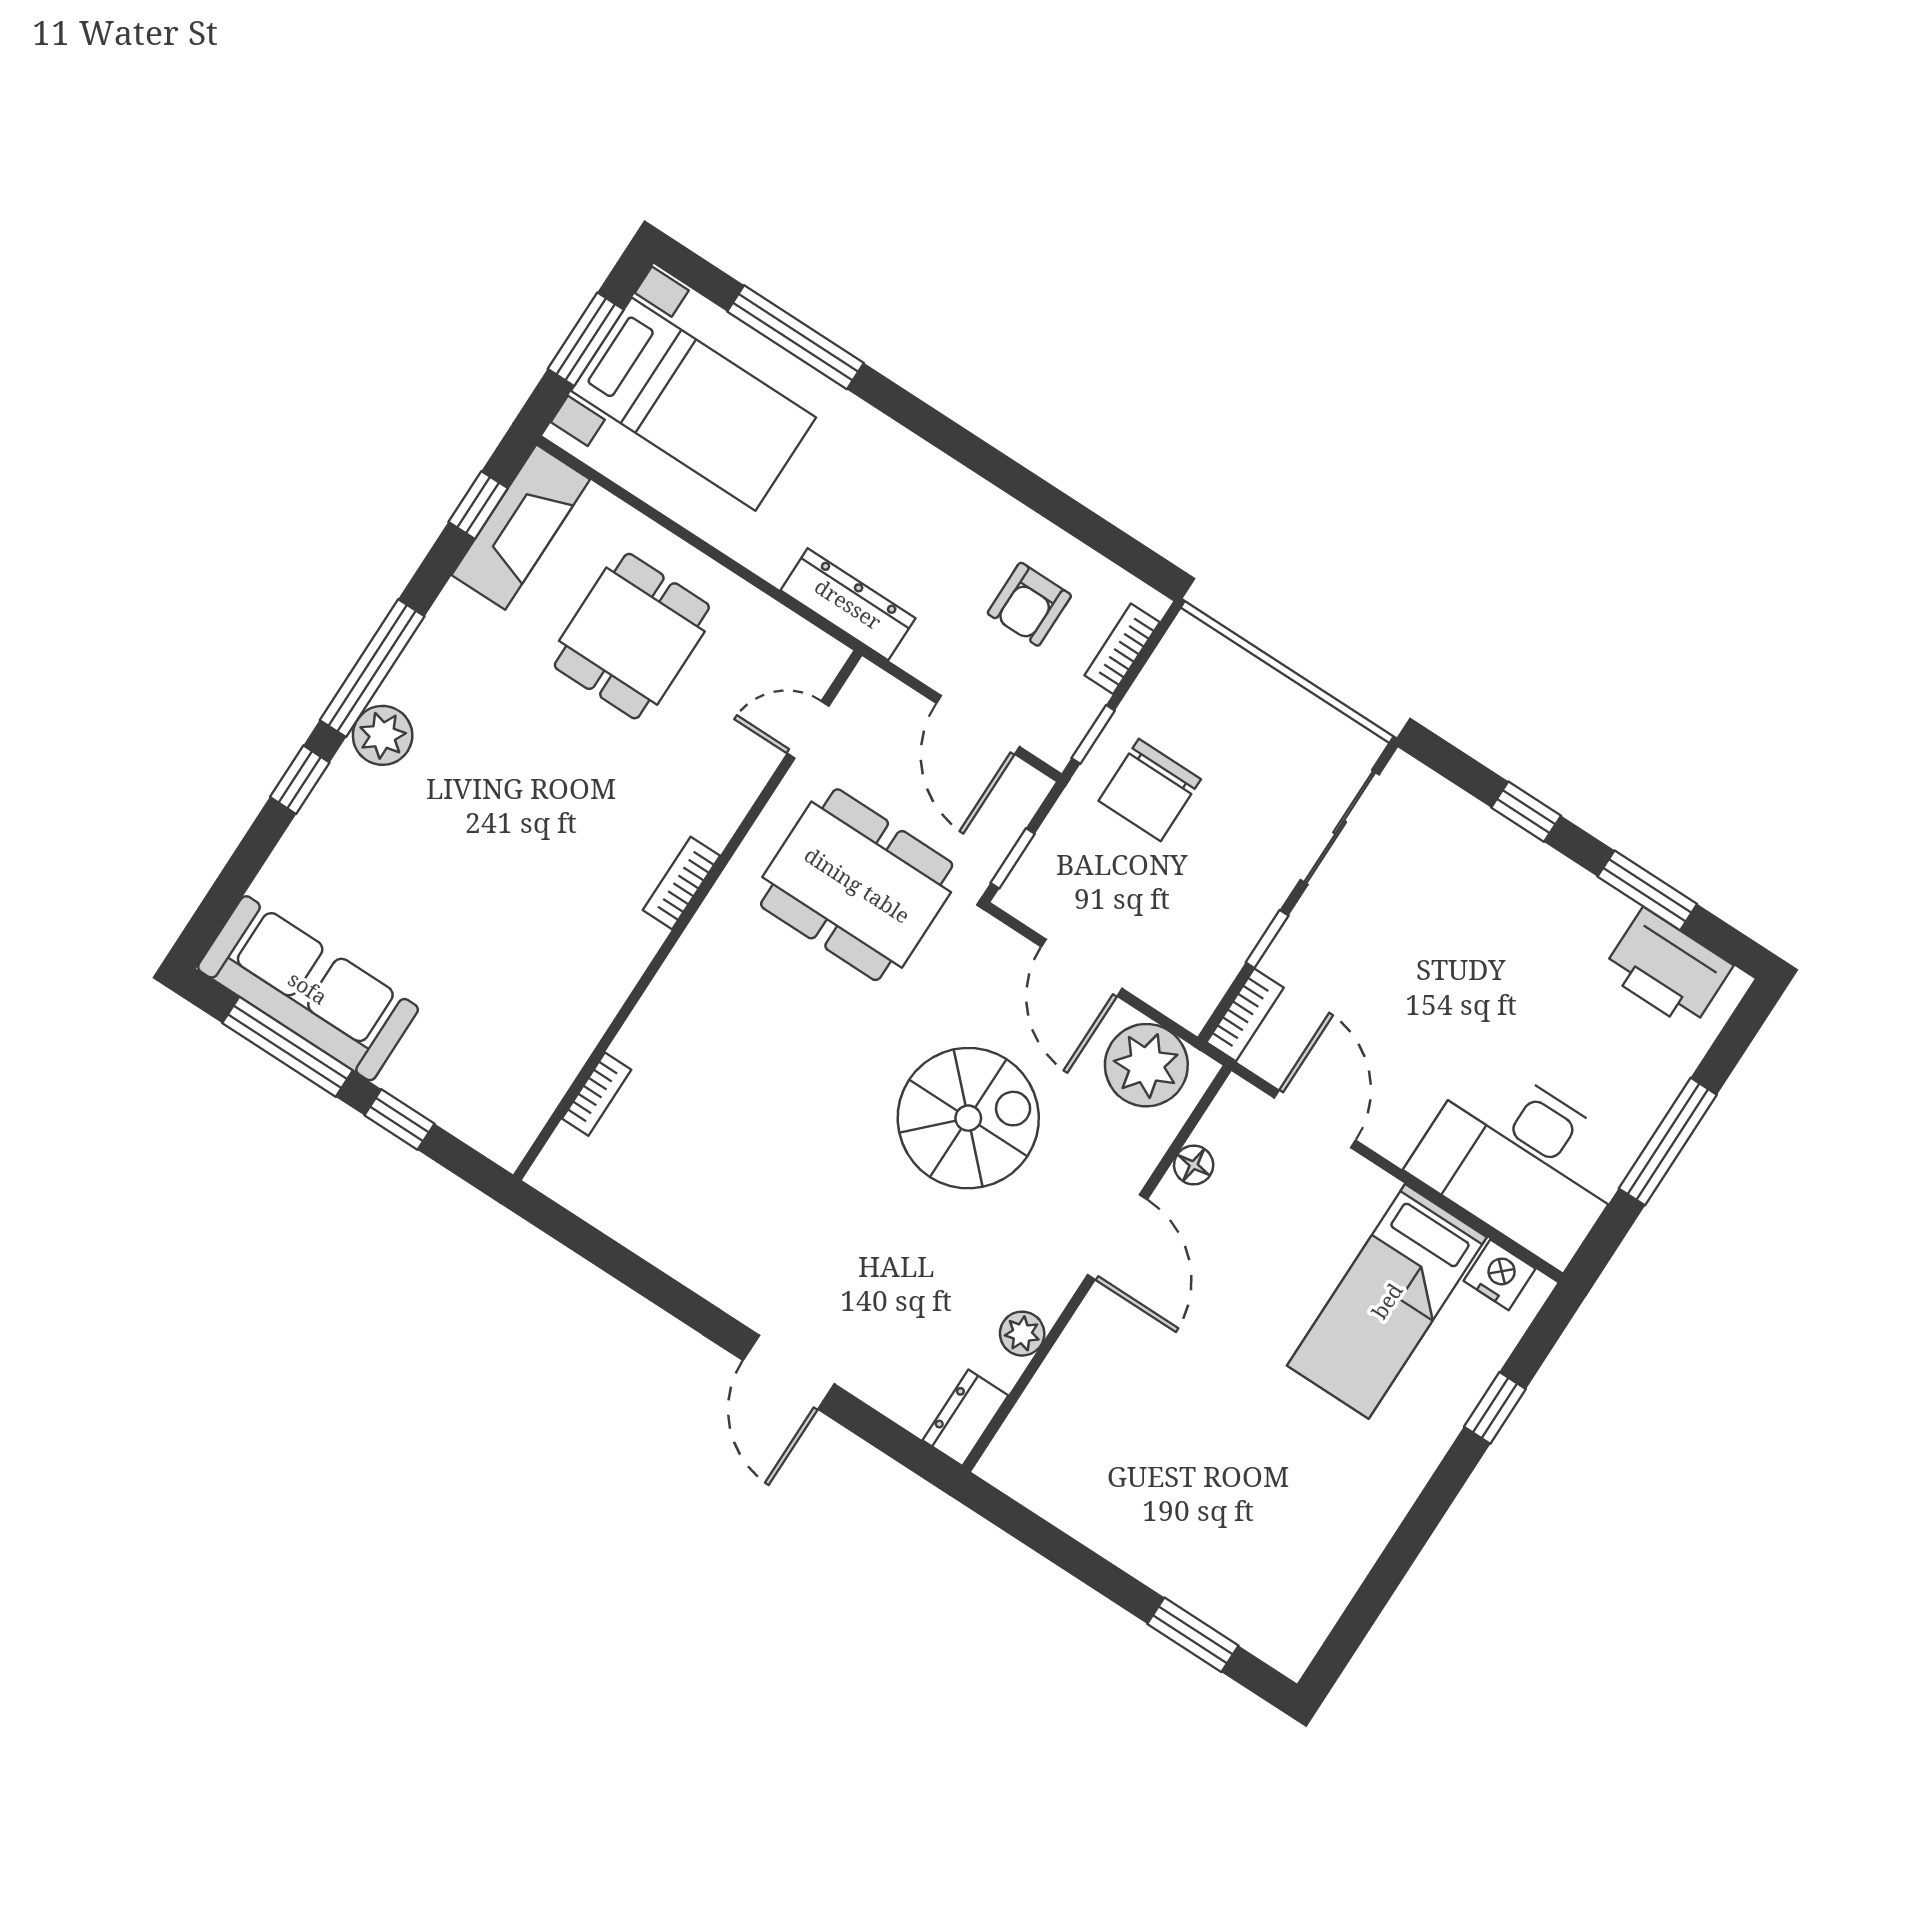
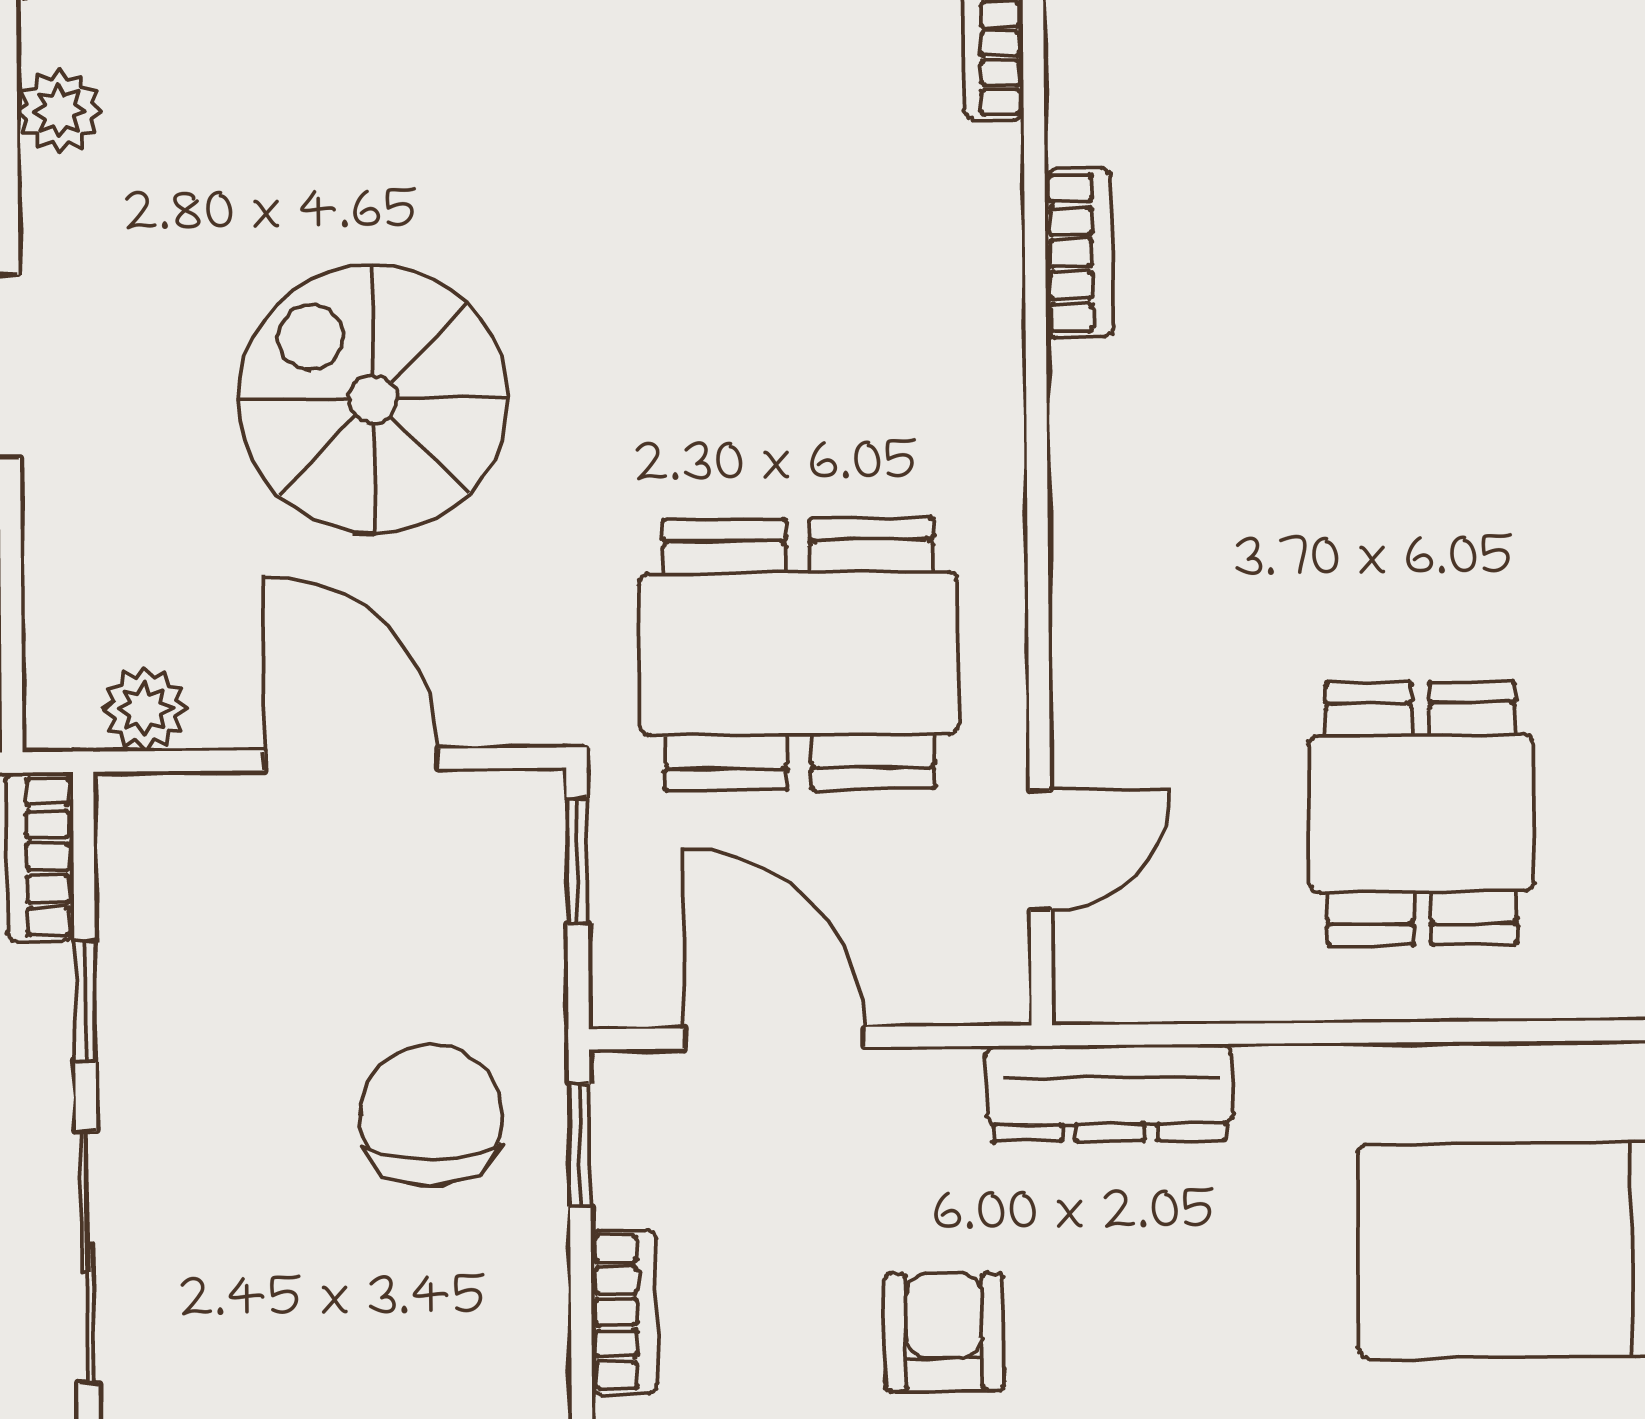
armchair: (1029, 604) -> (944, 1332), moved
bookcase: (681, 883) -> (1079, 253), moved
plant: (1146, 1065) -> (145, 709), width x0.53, depth x0.53
spiral stairs: (968, 1118) -> (373, 399), turned 90

